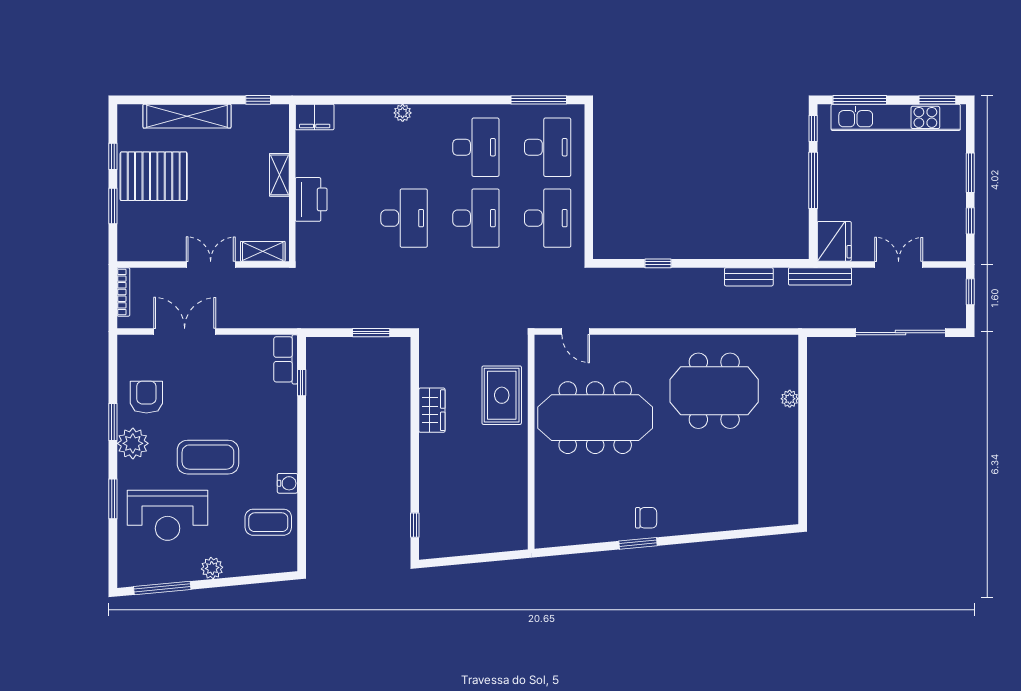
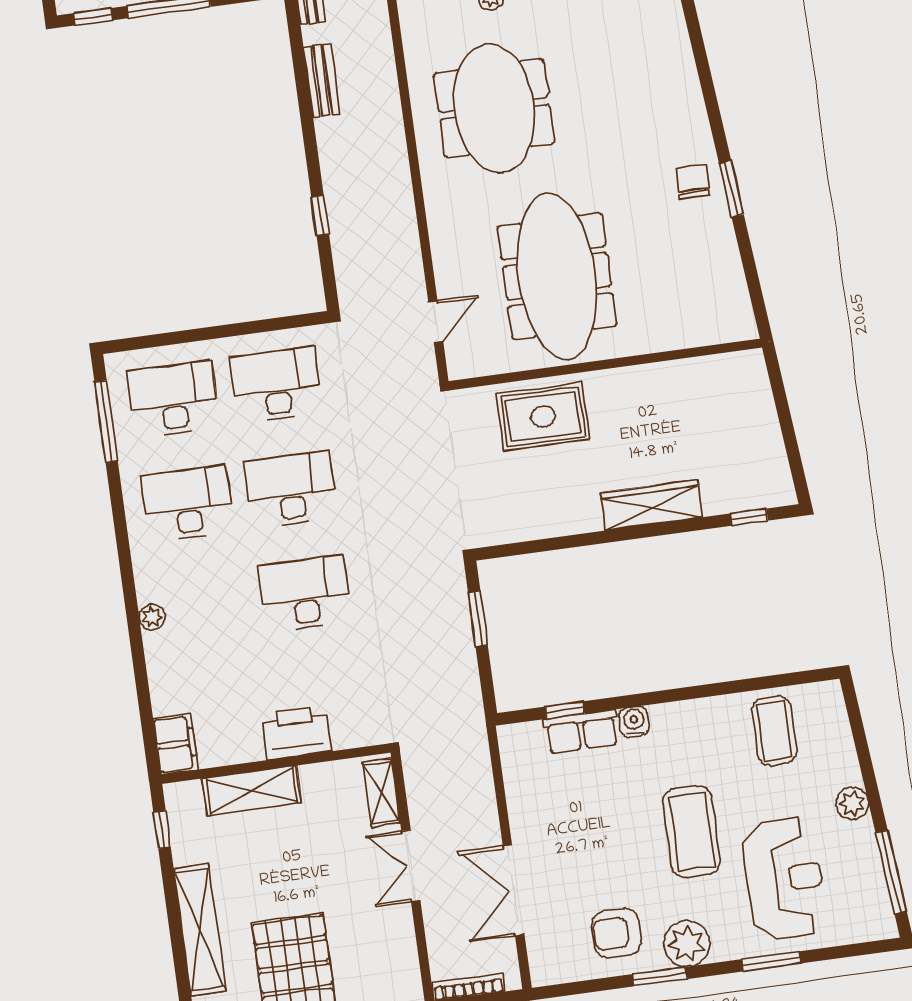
shelving: (279, 175) -> (252, 791), width x1.50, depth x1.33
row of seats: (286, 359) -> (582, 732), moved
wardrobe: (432, 410) -> (651, 505), moved, width x1.50
water cooler: (287, 483) -> (634, 722), moved

